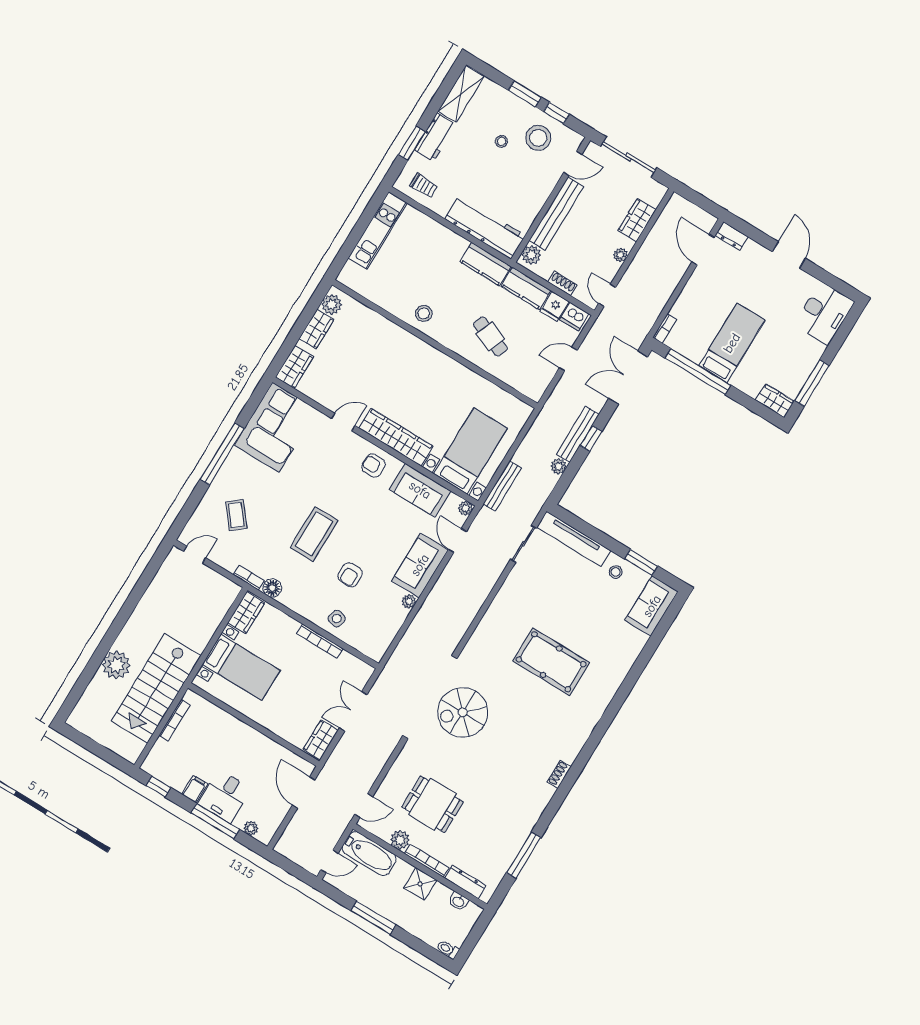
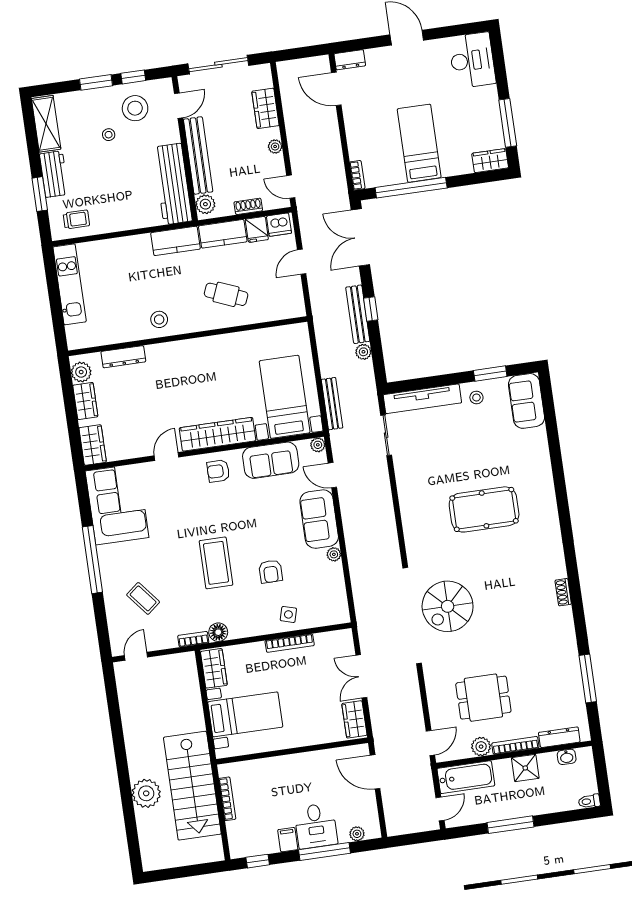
workbench: (485, 227) -> (173, 184), moved, turned -90
dresser: (373, 319) -> (123, 357), added

